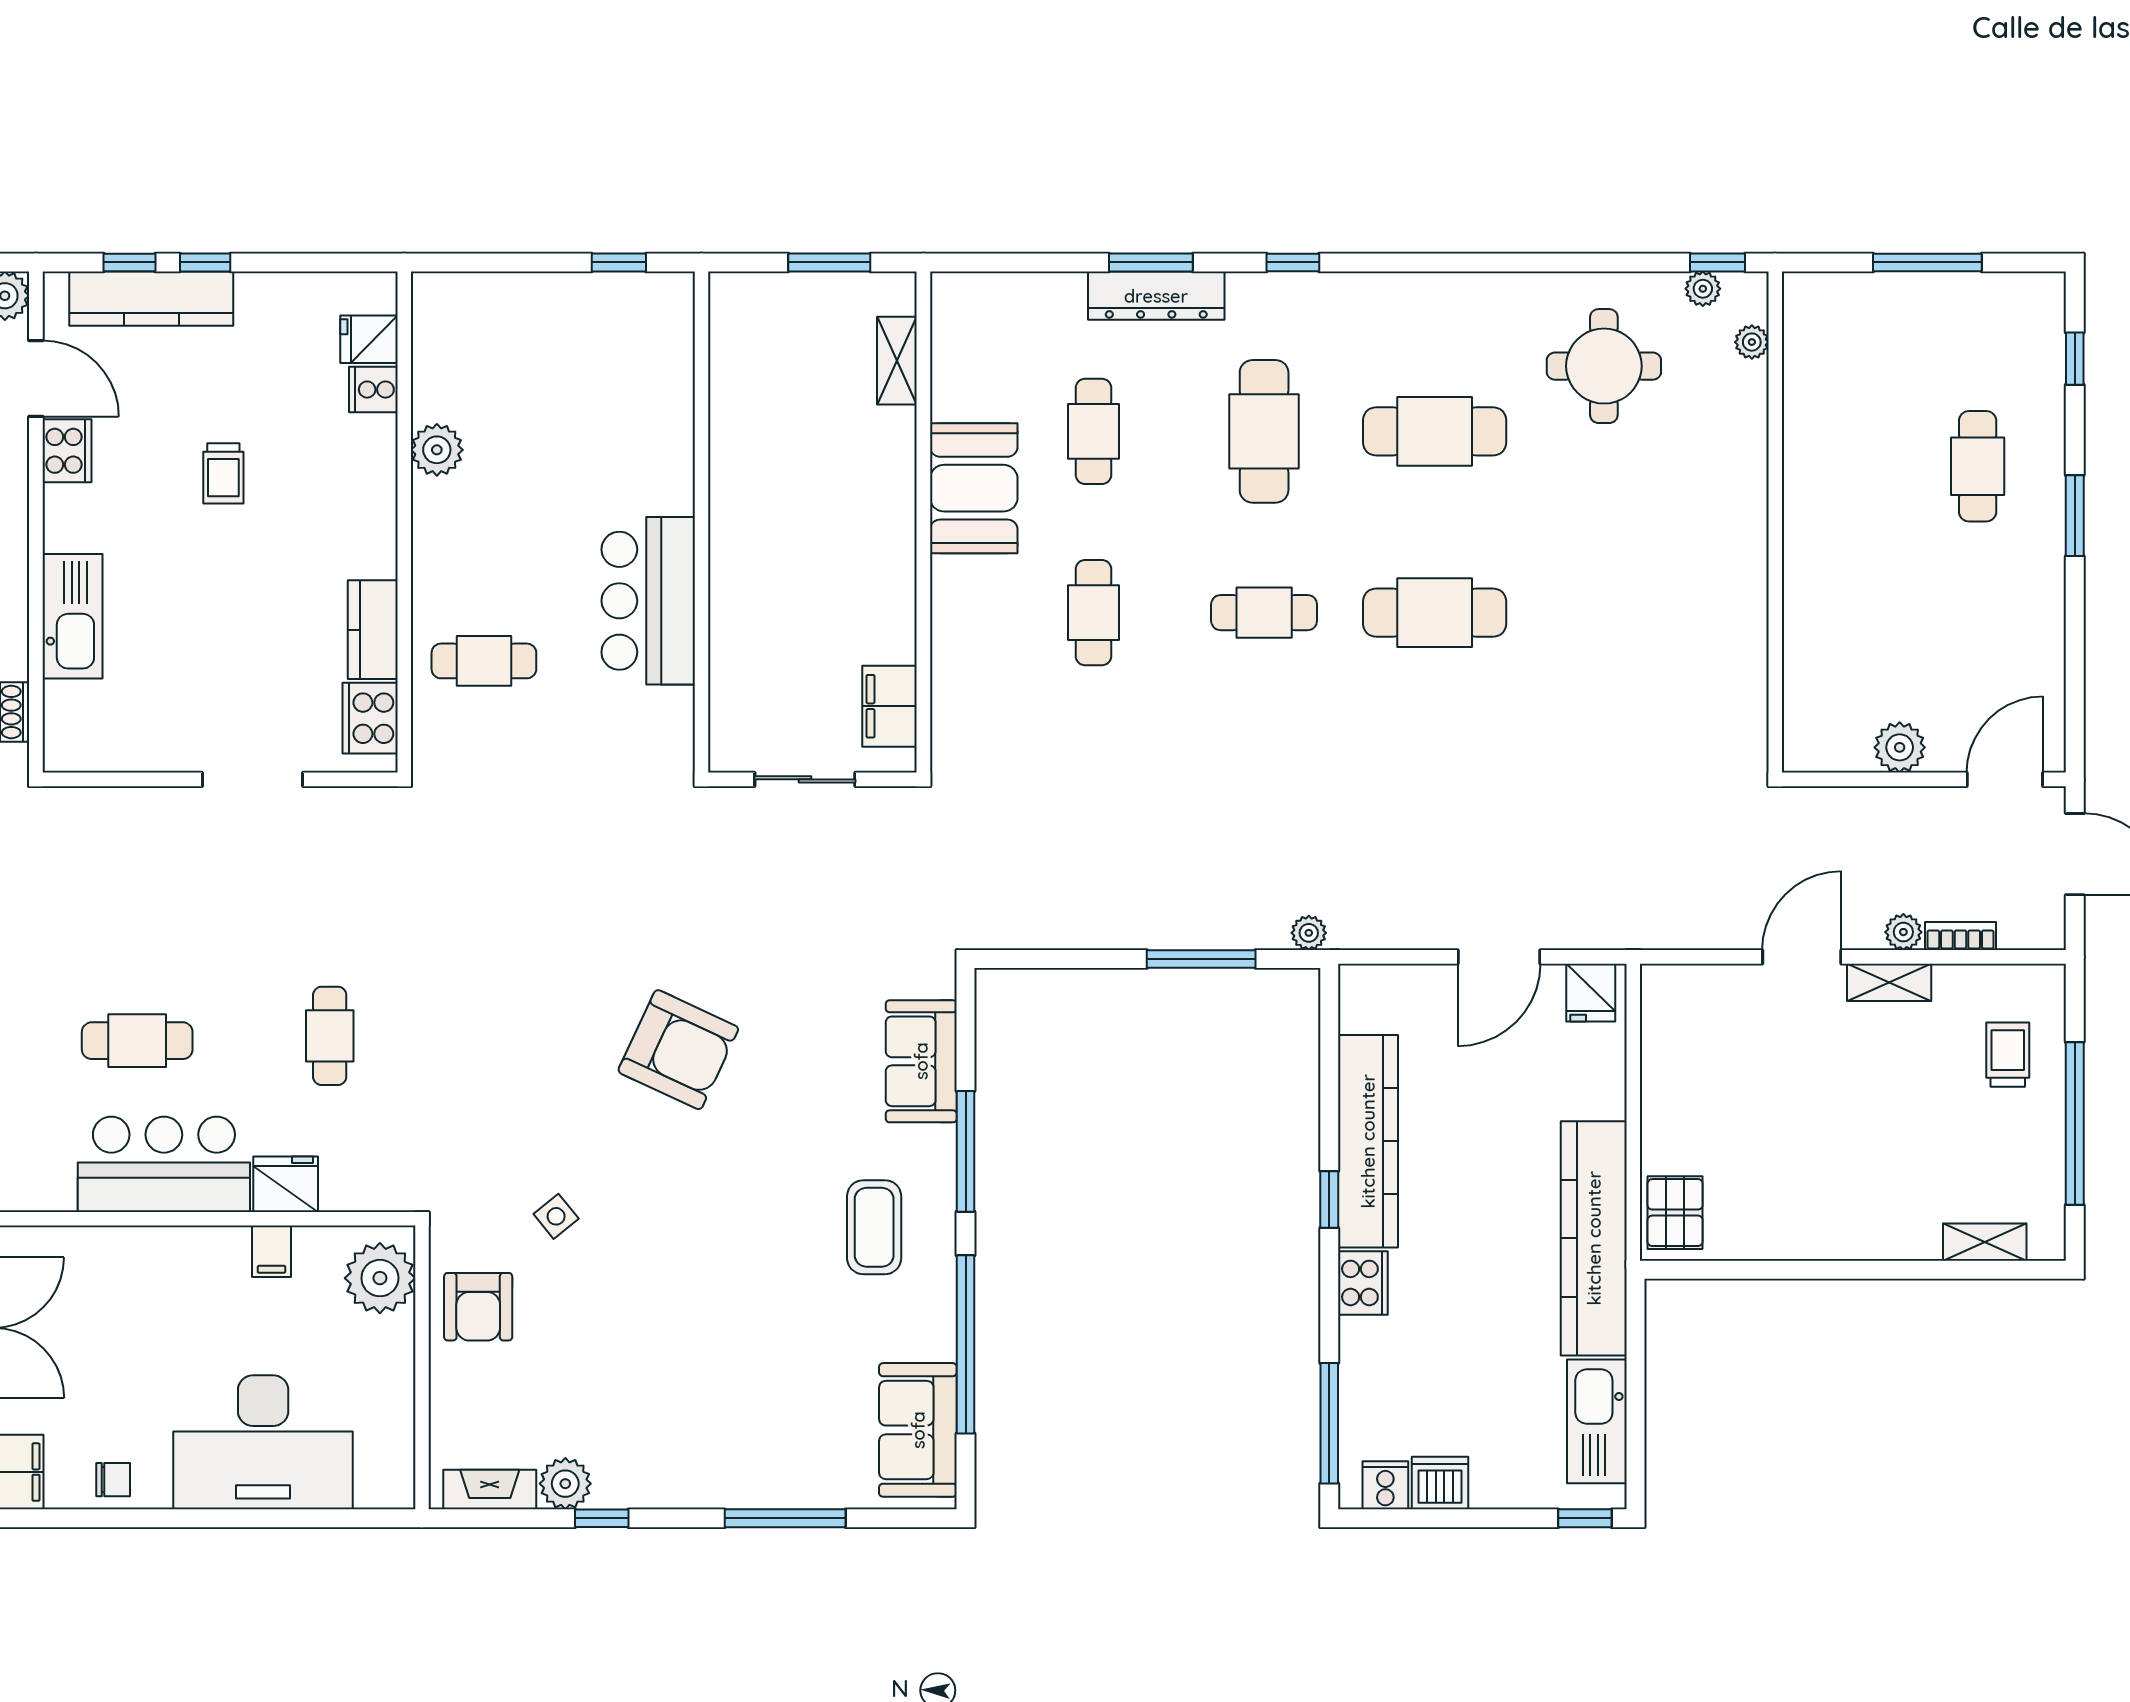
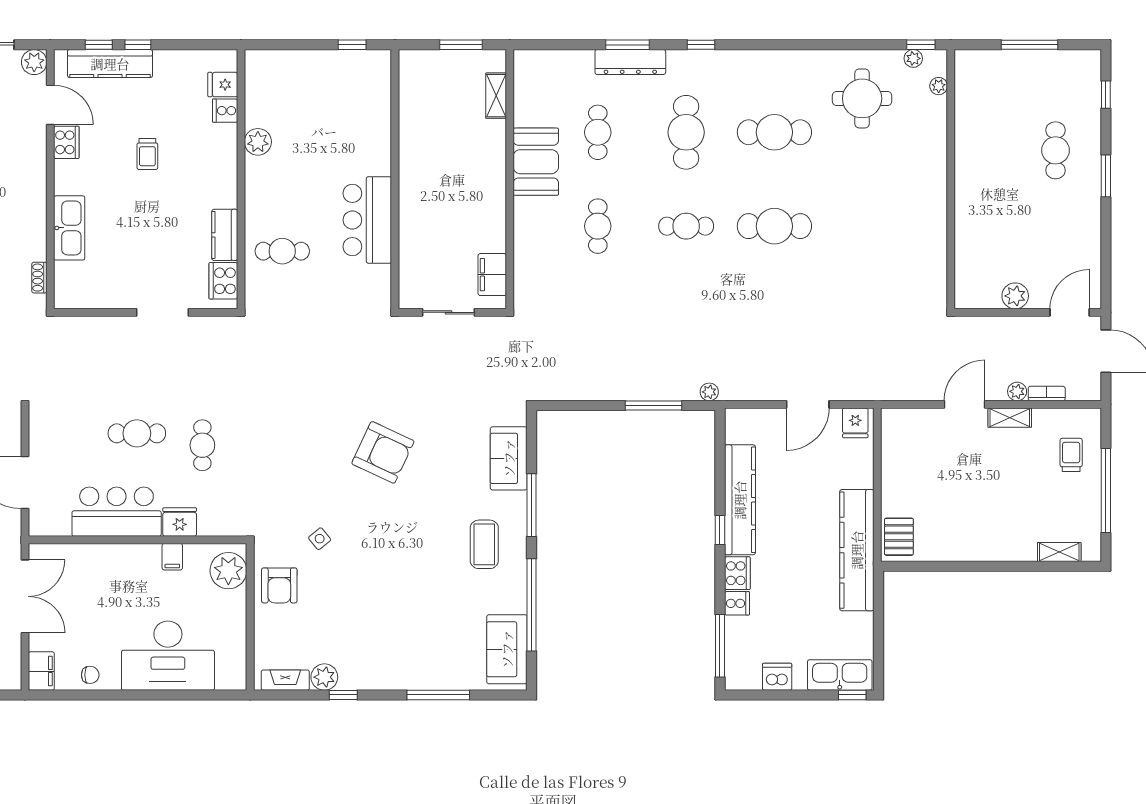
cafe table: (137, 1041) -> (137, 433), moved
kitchen sink: (1597, 1421) -> (840, 675), moved, turned 90
cooker: (1385, 1485) -> (737, 603), moved, turned 90

